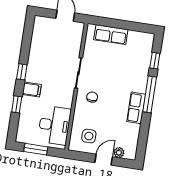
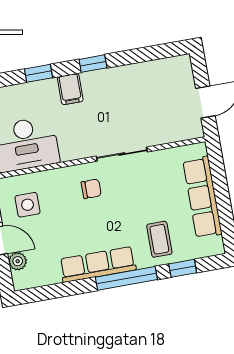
row of seats: (111, 35) -> (202, 197), width x1.48
coffee table: (134, 68) -> (159, 239), added
row of seats: (136, 108) -> (98, 264), width x1.48

